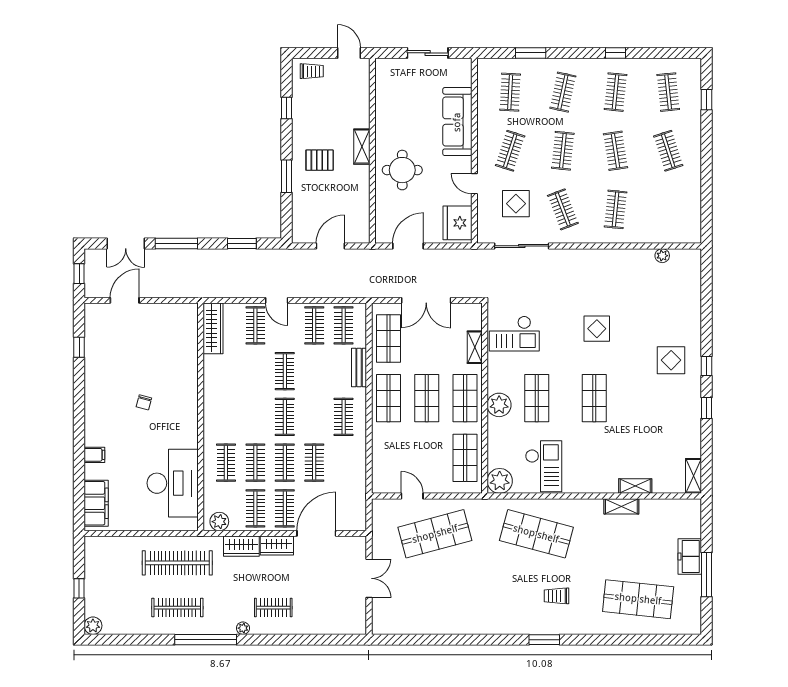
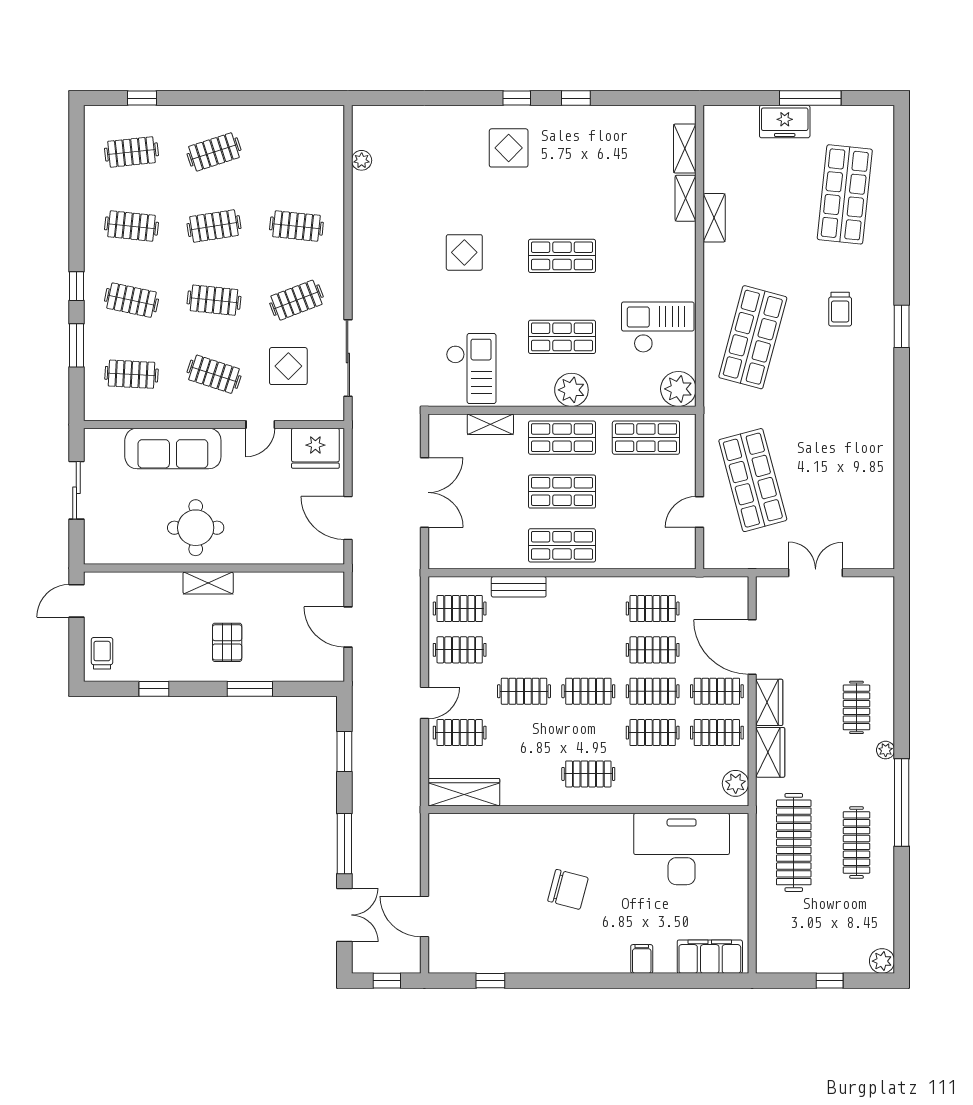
window: (616, 53) -> (76, 286), moved
round table: (402, 170) -> (196, 528), moved
shop shelf: (388, 338) -> (478, 545), removed
chair: (144, 402) -> (568, 889), width x1.87, depth x1.87
clothes rail: (344, 417) -> (653, 609), moved
clothes rail: (226, 463) -> (588, 774), moved
shelving: (694, 476) -> (685, 149), moved, turned 90

